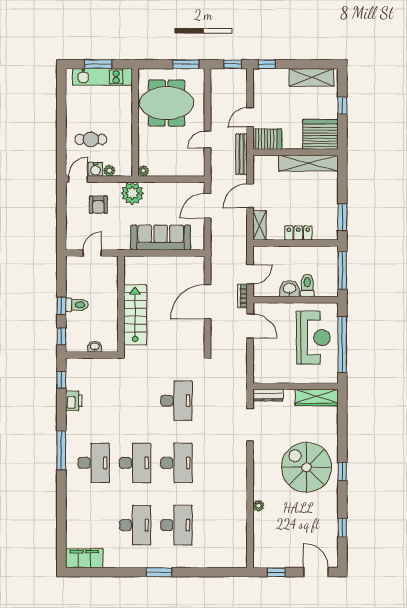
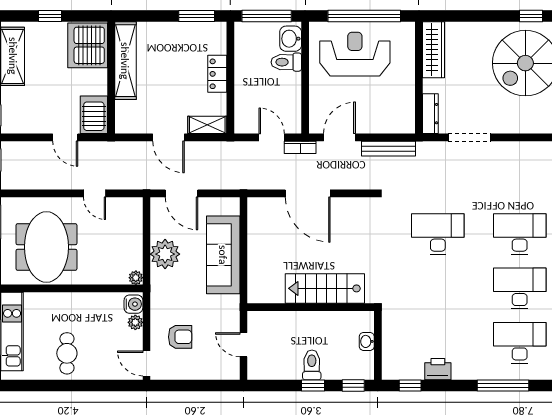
cafe table: (91, 139) -> (67, 353), moved
bench: (241, 154) -> (389, 149), moved
water cooler: (95, 169) -> (133, 304), moved
plant: (132, 193) -> (165, 254), moved
washbasin: (289, 289) -> (291, 39), moved

